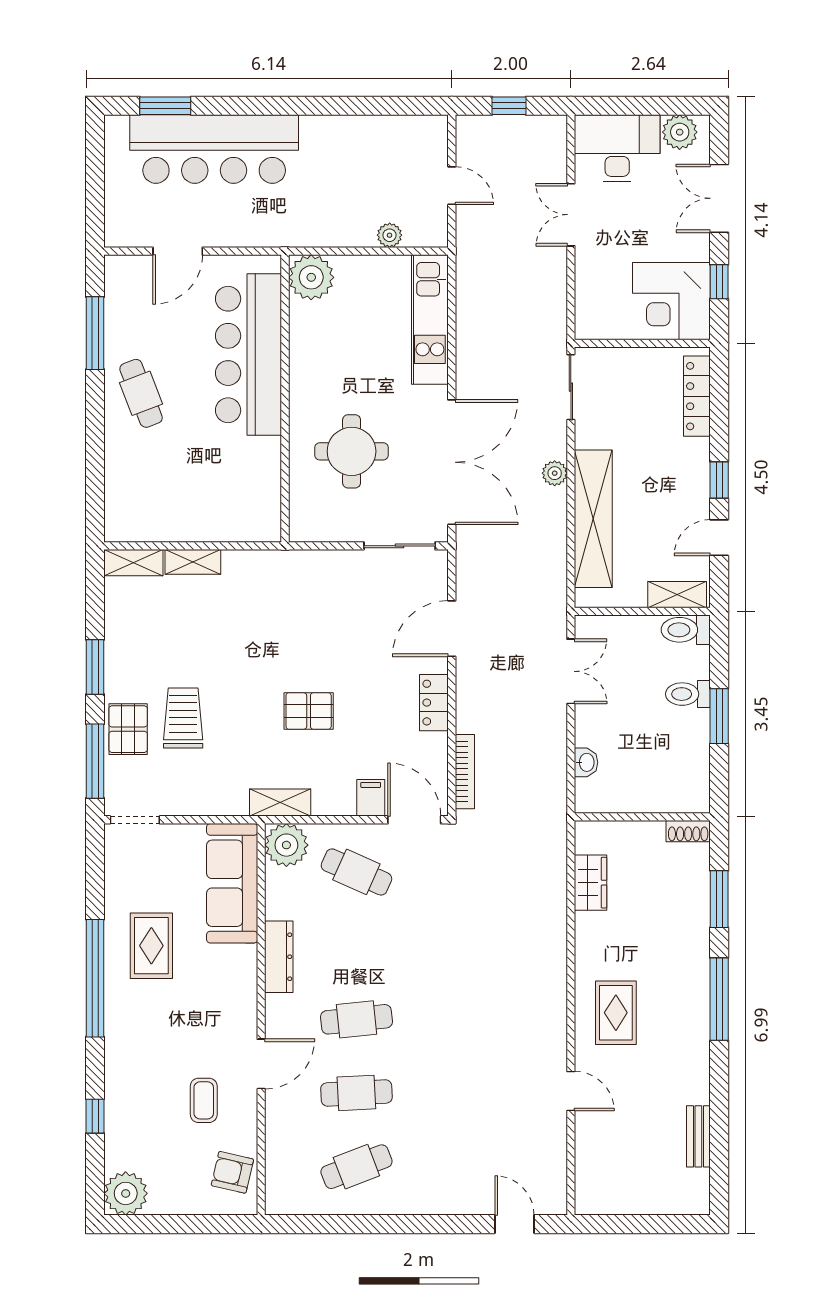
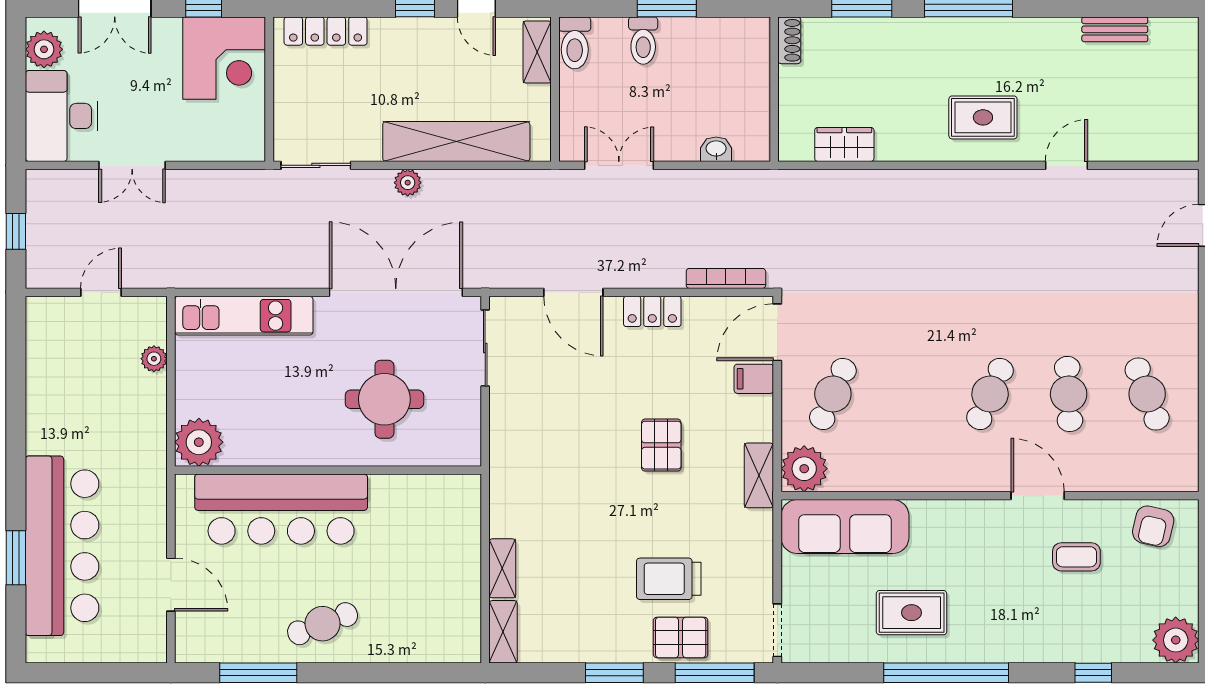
window: (165, 106) -> (16, 558), moved
dresser: (279, 957) -> (923, 477), removed
cafe table: (356, 1019) -> (990, 394), turned 30

